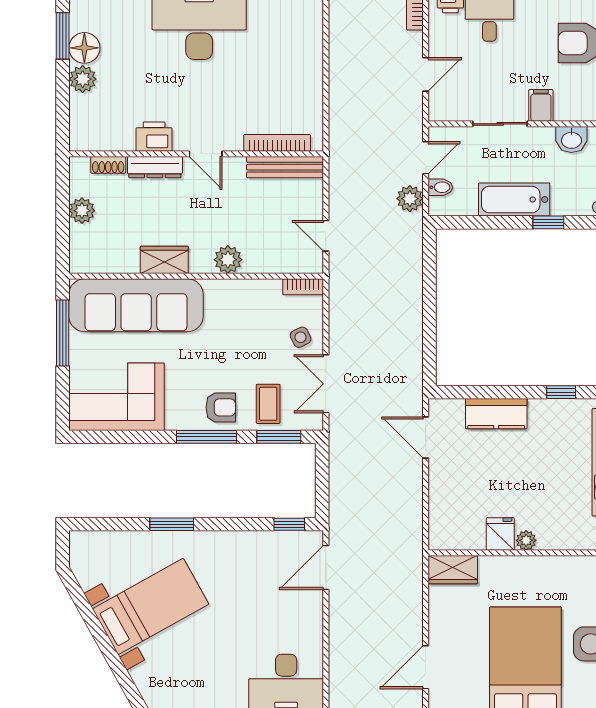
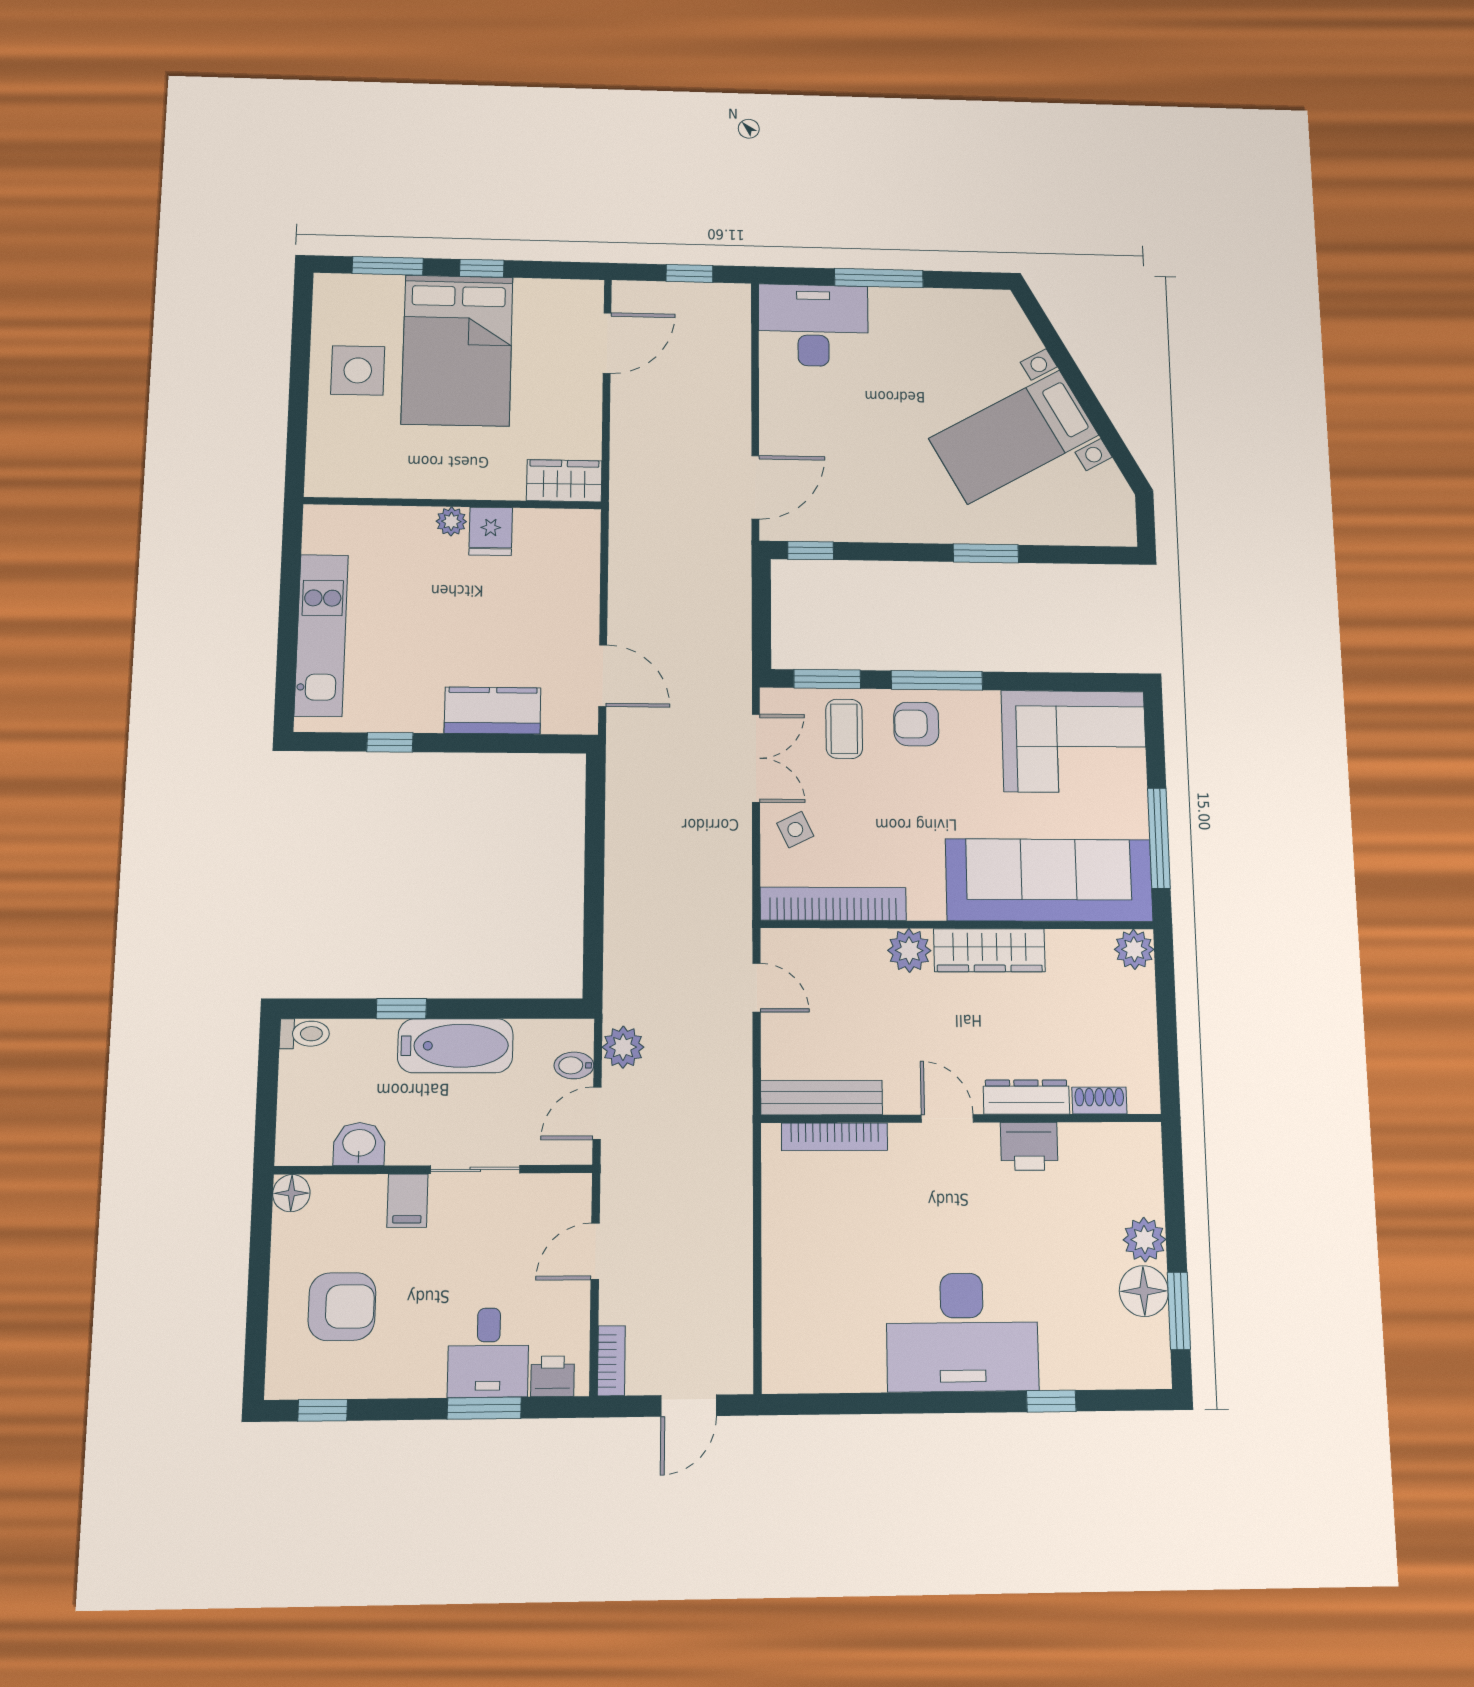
plant: (82, 211) -> (1134, 949), moved
wardrobe: (164, 260) -> (989, 950), width x1.50
bookcase: (303, 287) -> (833, 904), width x2.31, depth x1.31

